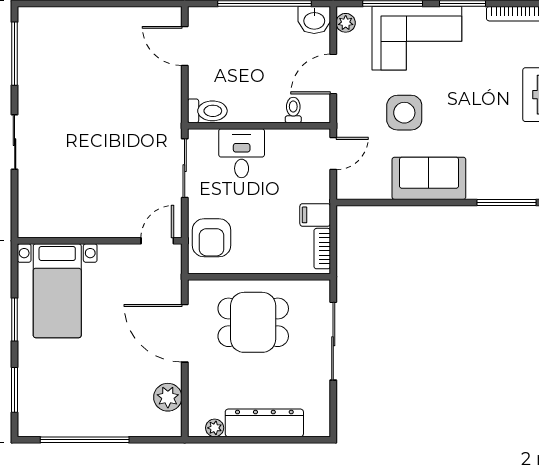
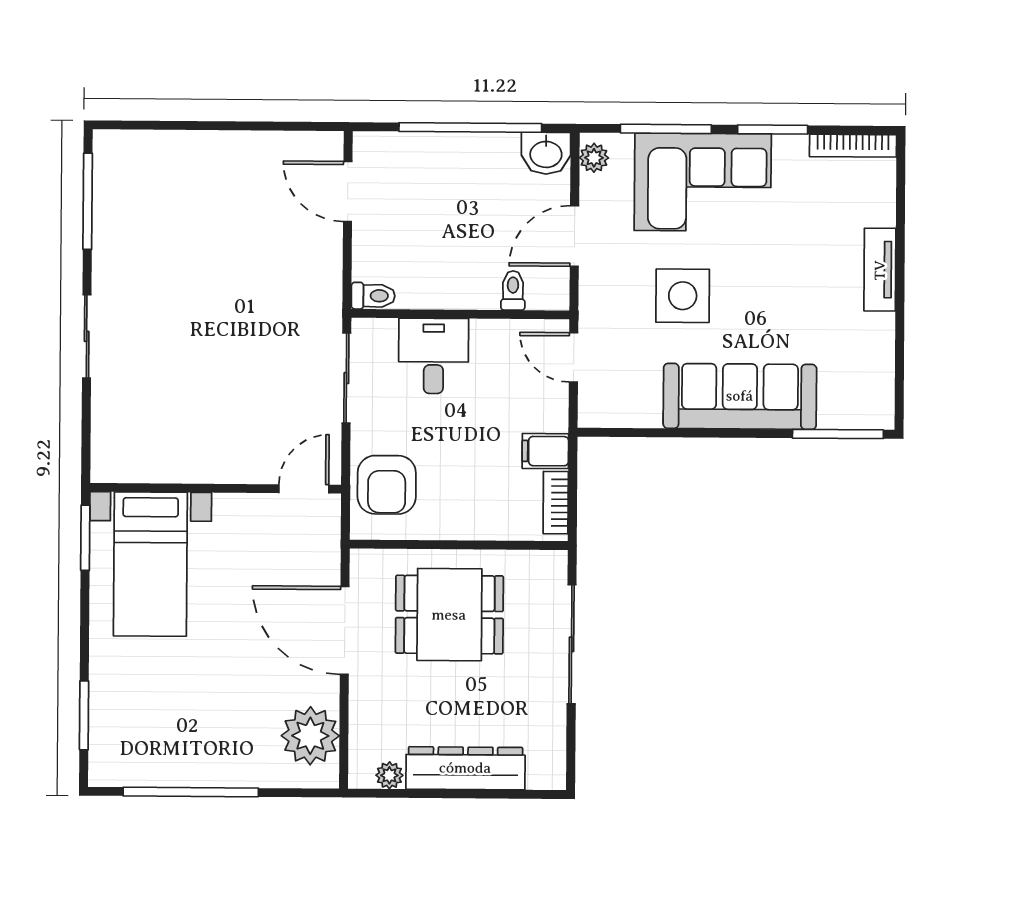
toilet: (207, 111) -> (373, 296), width x0.73, depth x0.72
door: (333, 153) -> (574, 357), swing flipped
sofa: (429, 178) -> (740, 396), width x1.36
window: (15, 320) -> (85, 538), moved
plant: (168, 397) -> (310, 736), width x1.36, depth x1.36

